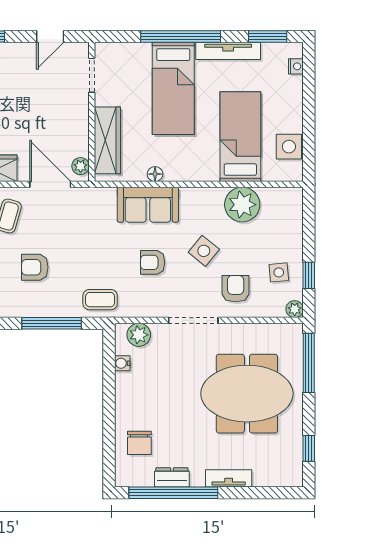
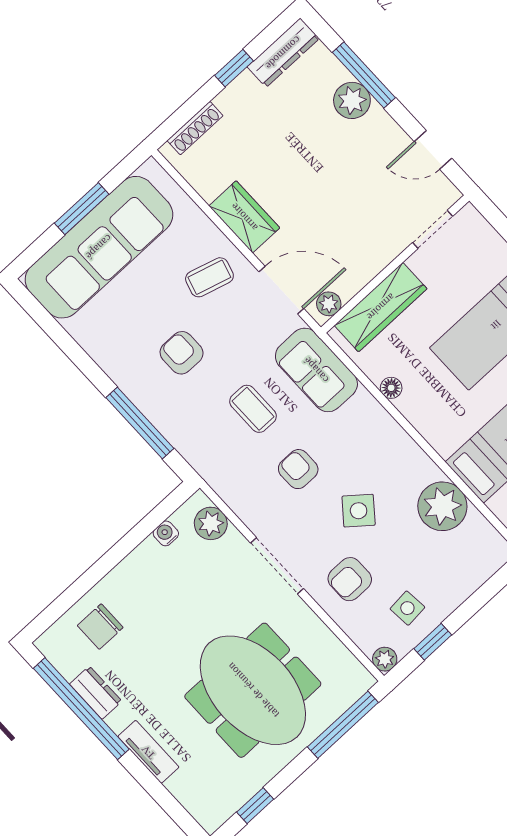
door: (50, 184) -> (281, 290), hinge flipped
sofa: (148, 205) -> (316, 370), moved
armchair: (236, 289) -> (350, 579), turned 180
coffee table: (100, 300) -> (253, 409), moved

